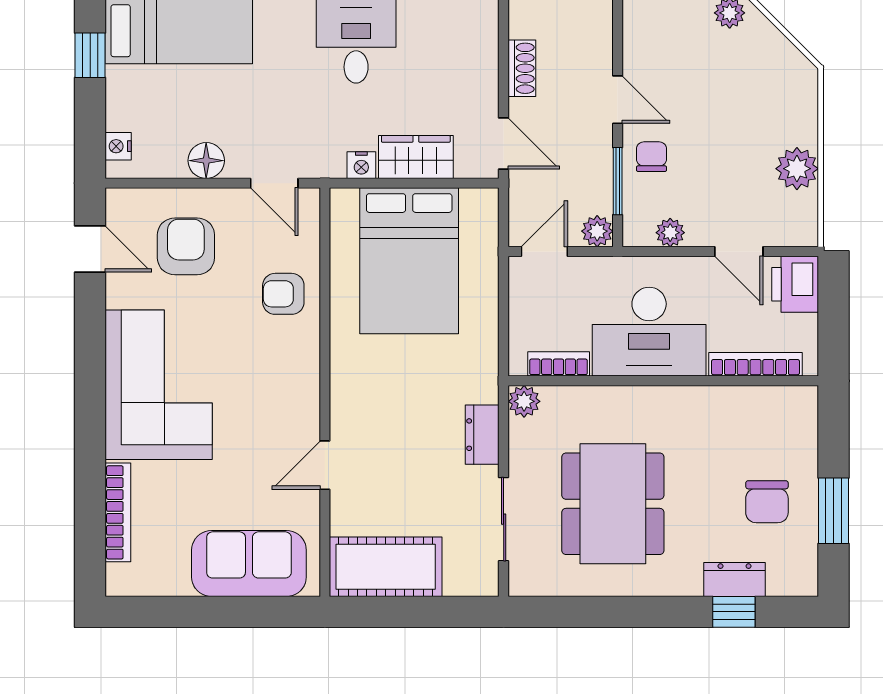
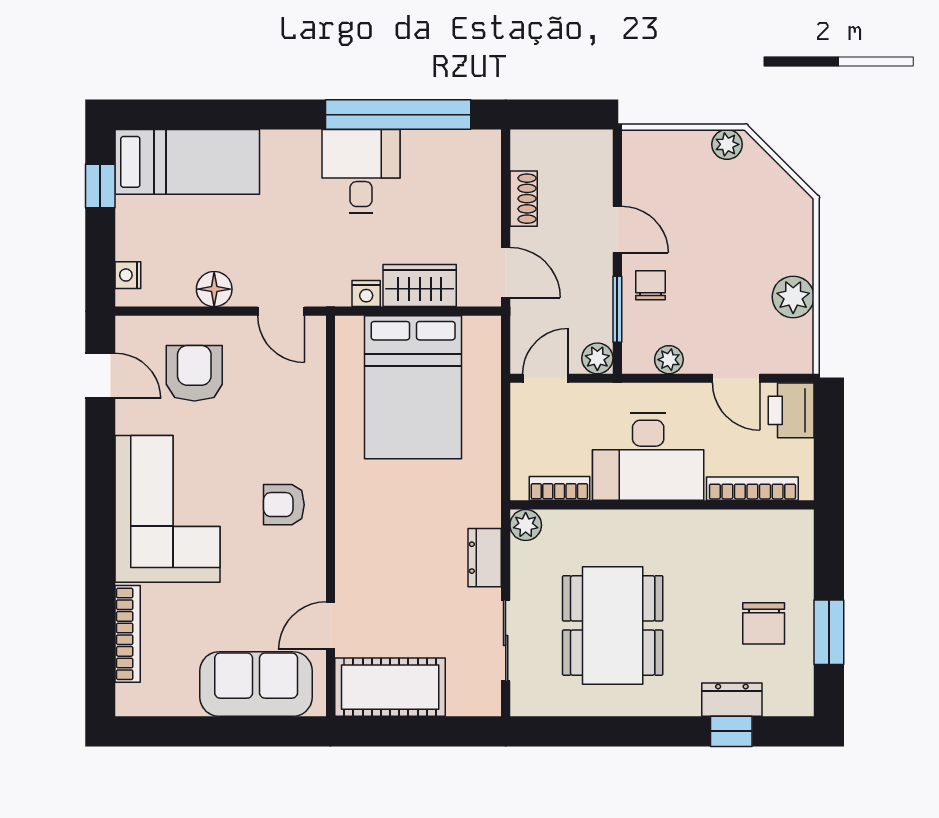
armchair: (283, 294) -> (284, 505), moved
door: (325, 465) -> (330, 626), moved

